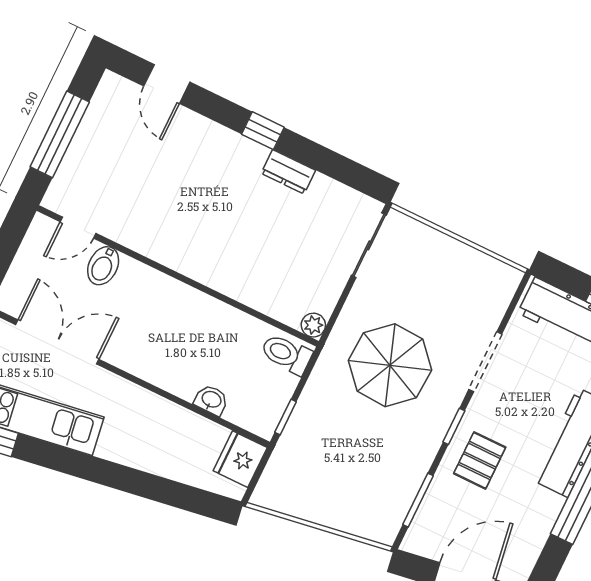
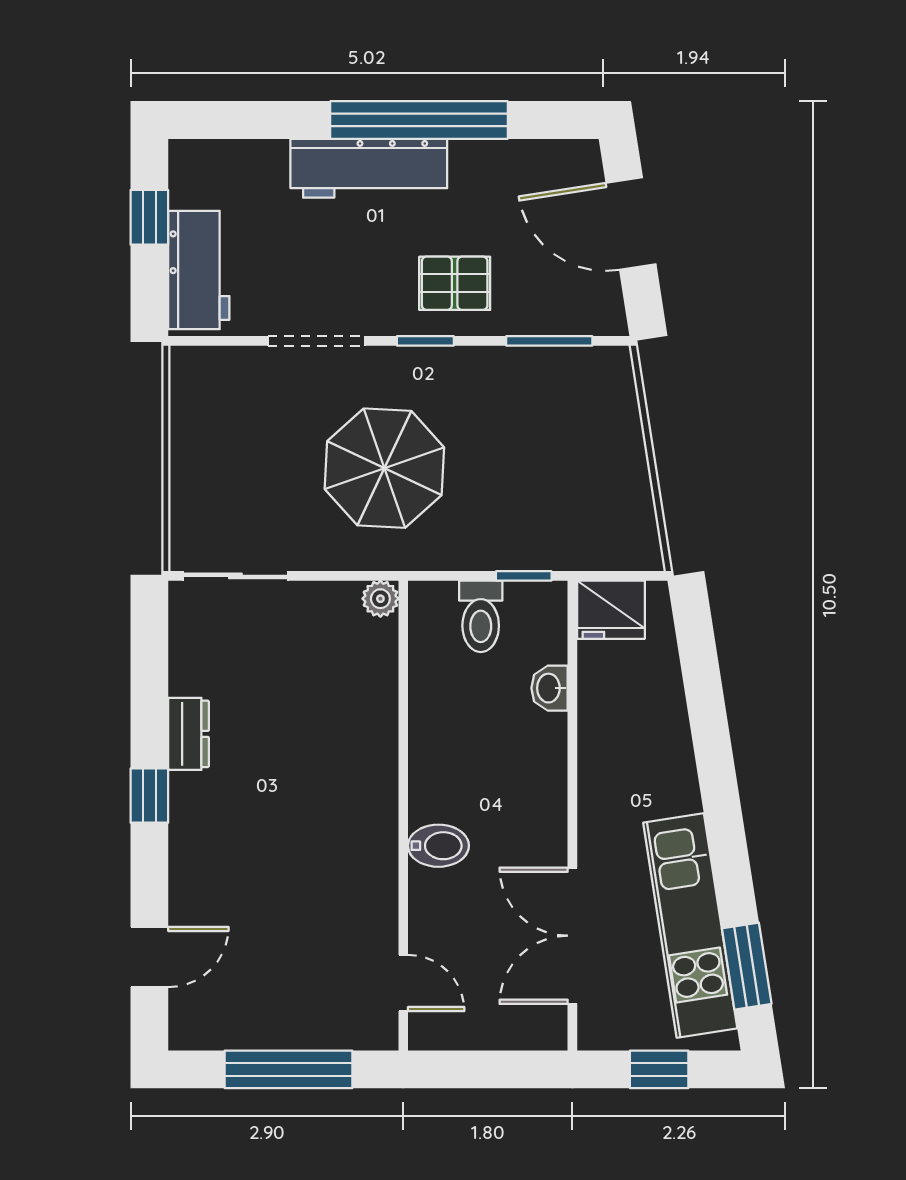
bidet: (103, 266) -> (438, 846), moved
toilet: (286, 354) -> (481, 616), moved

